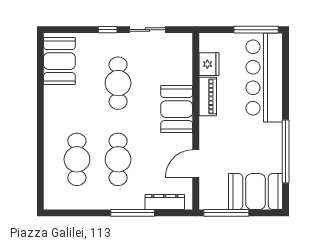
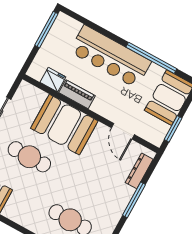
bar counter: (264, 77) -> (110, 57), moved
booth: (177, 109) -> (64, 125), width x1.36, depth x1.42
cafe table: (118, 159) -> (87, 189), removed
window: (226, 213) -> (173, 129), width x0.69

